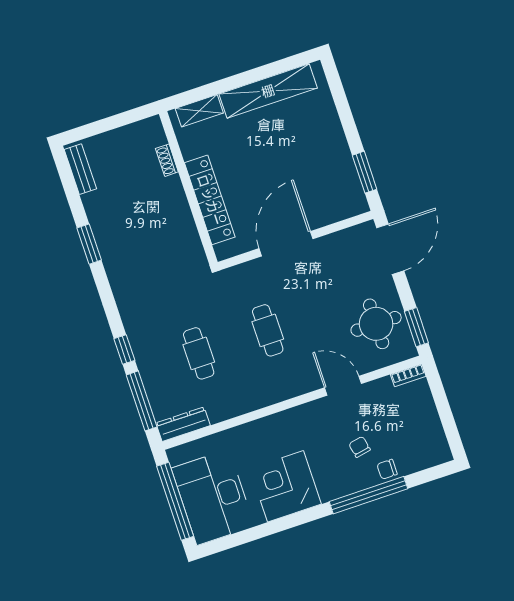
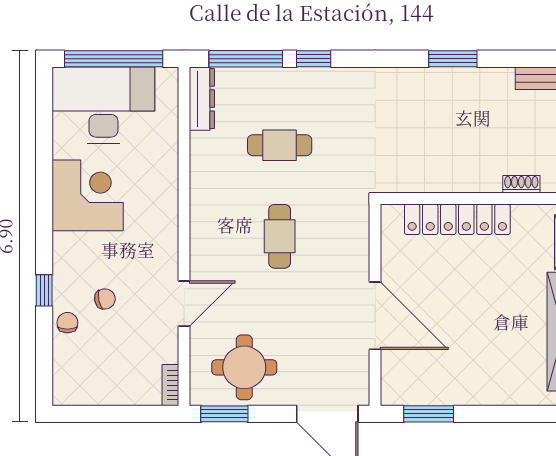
door: (286, 244) -> (375, 316), moved
cafe table: (268, 330) -> (280, 236), turned 90
window: (368, 495) -> (44, 290), width x0.32

